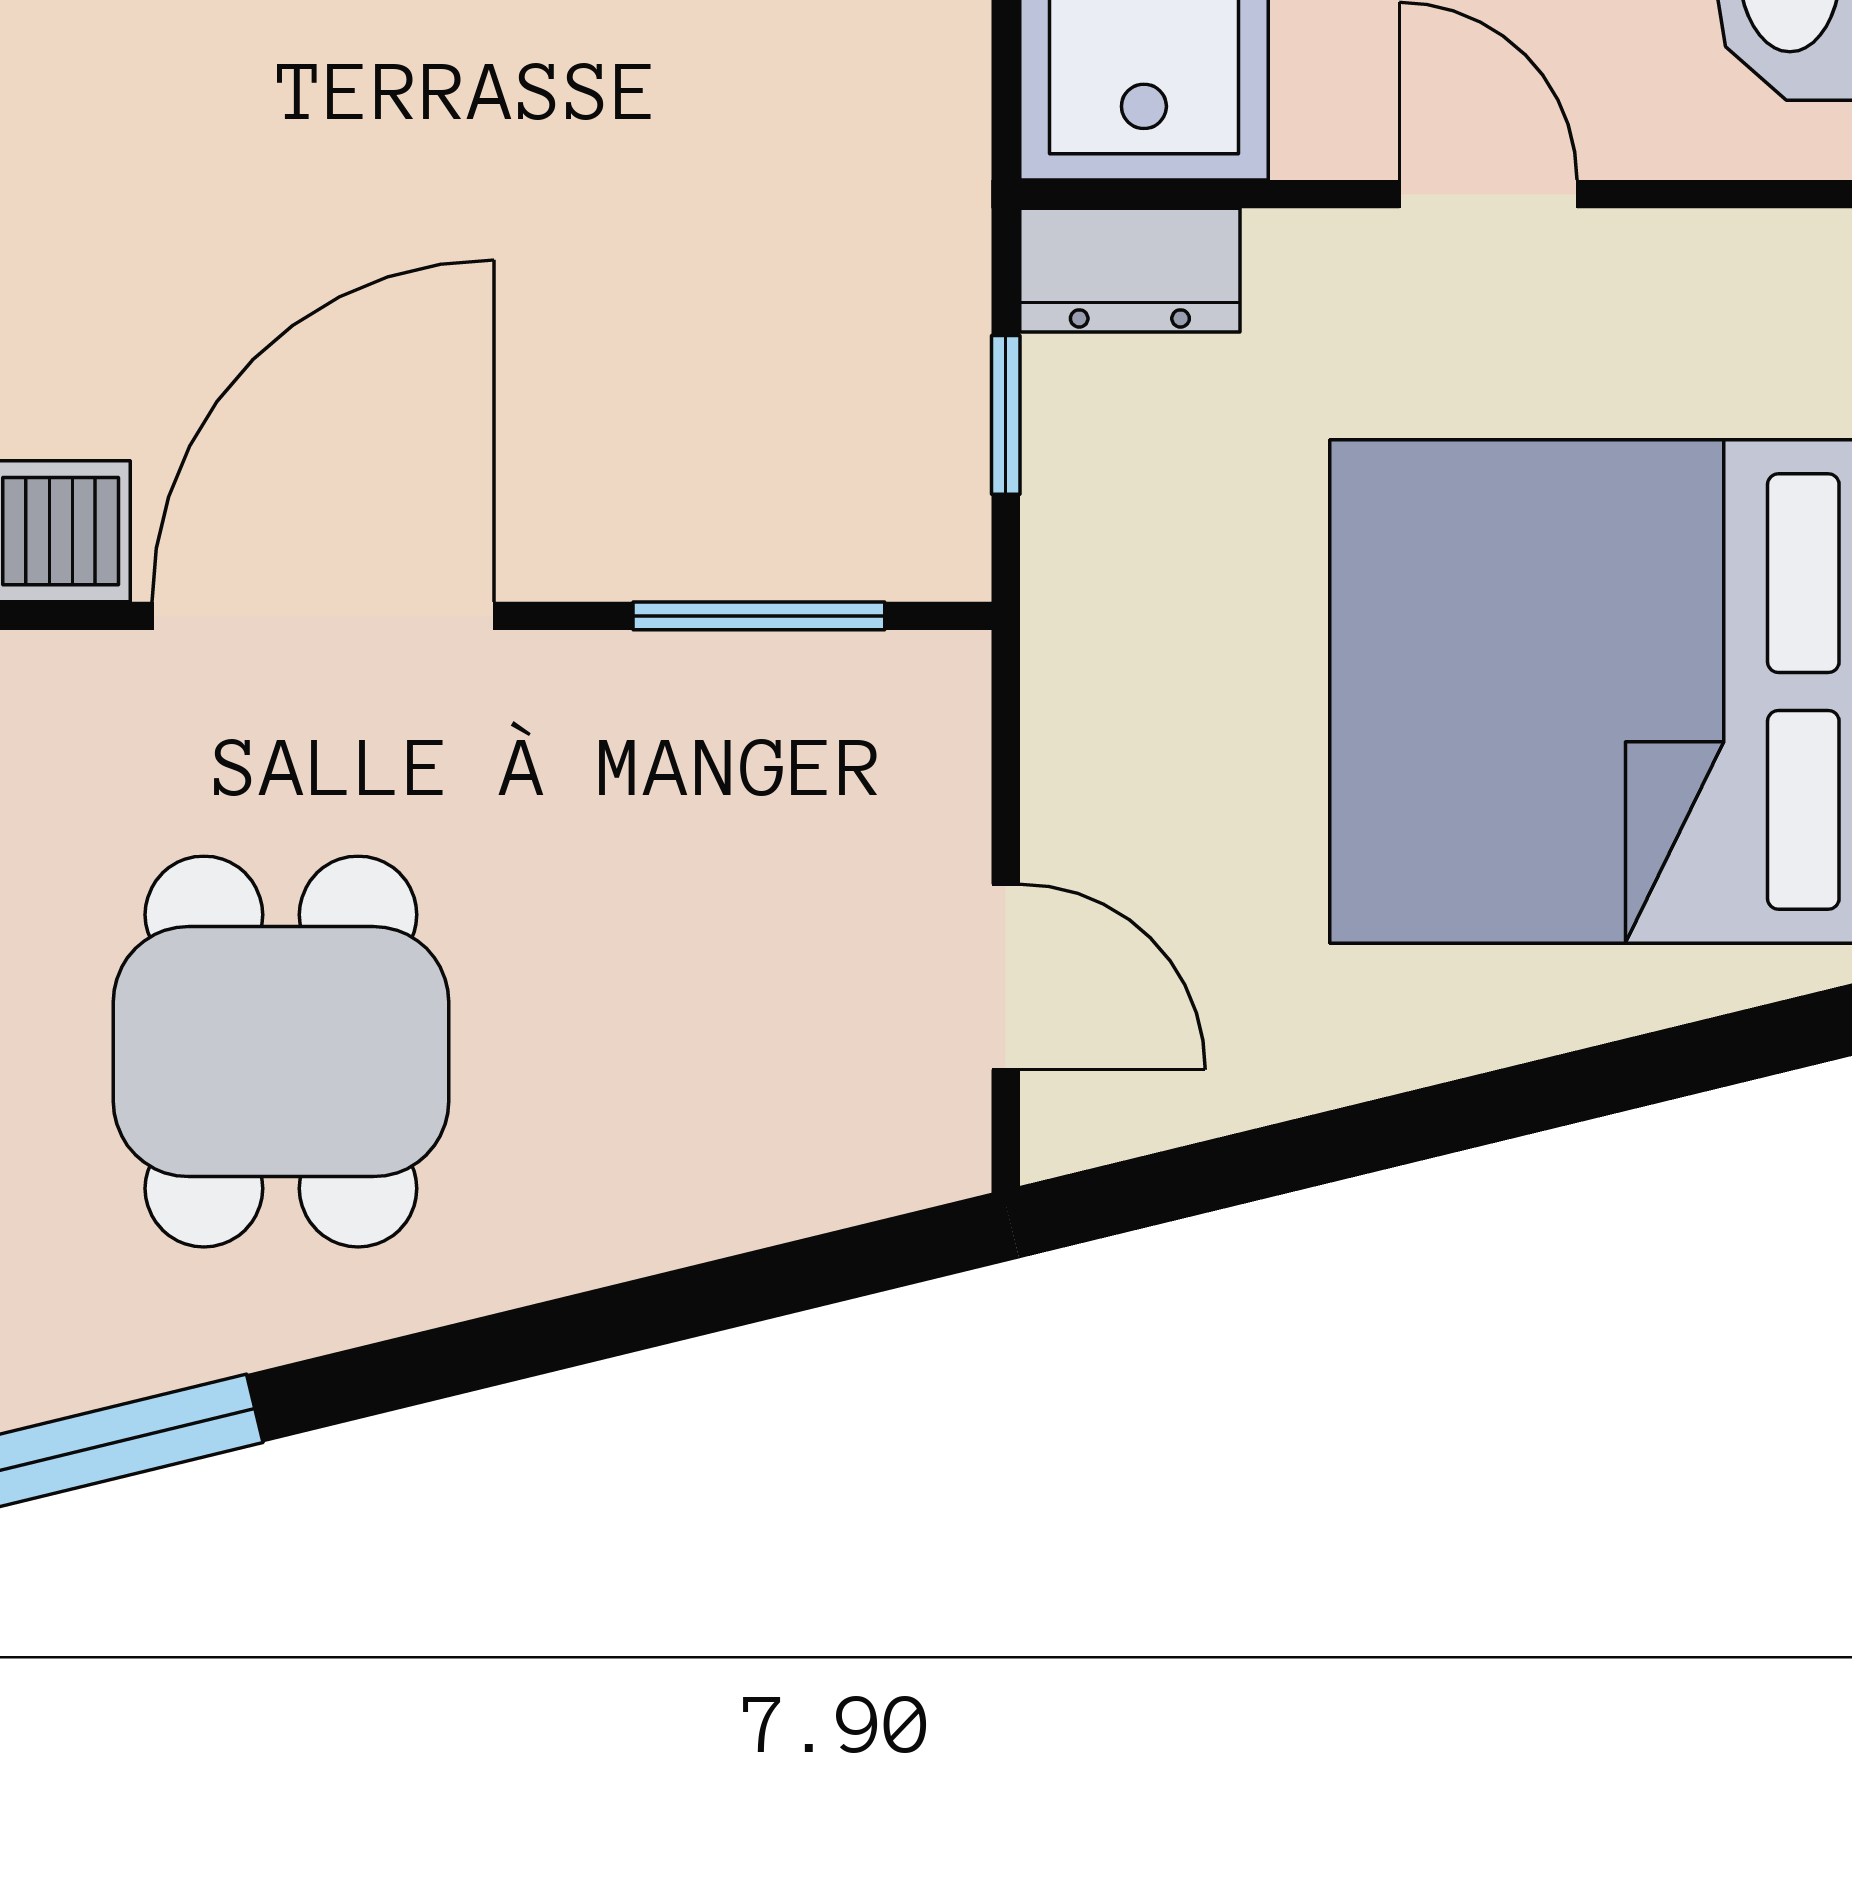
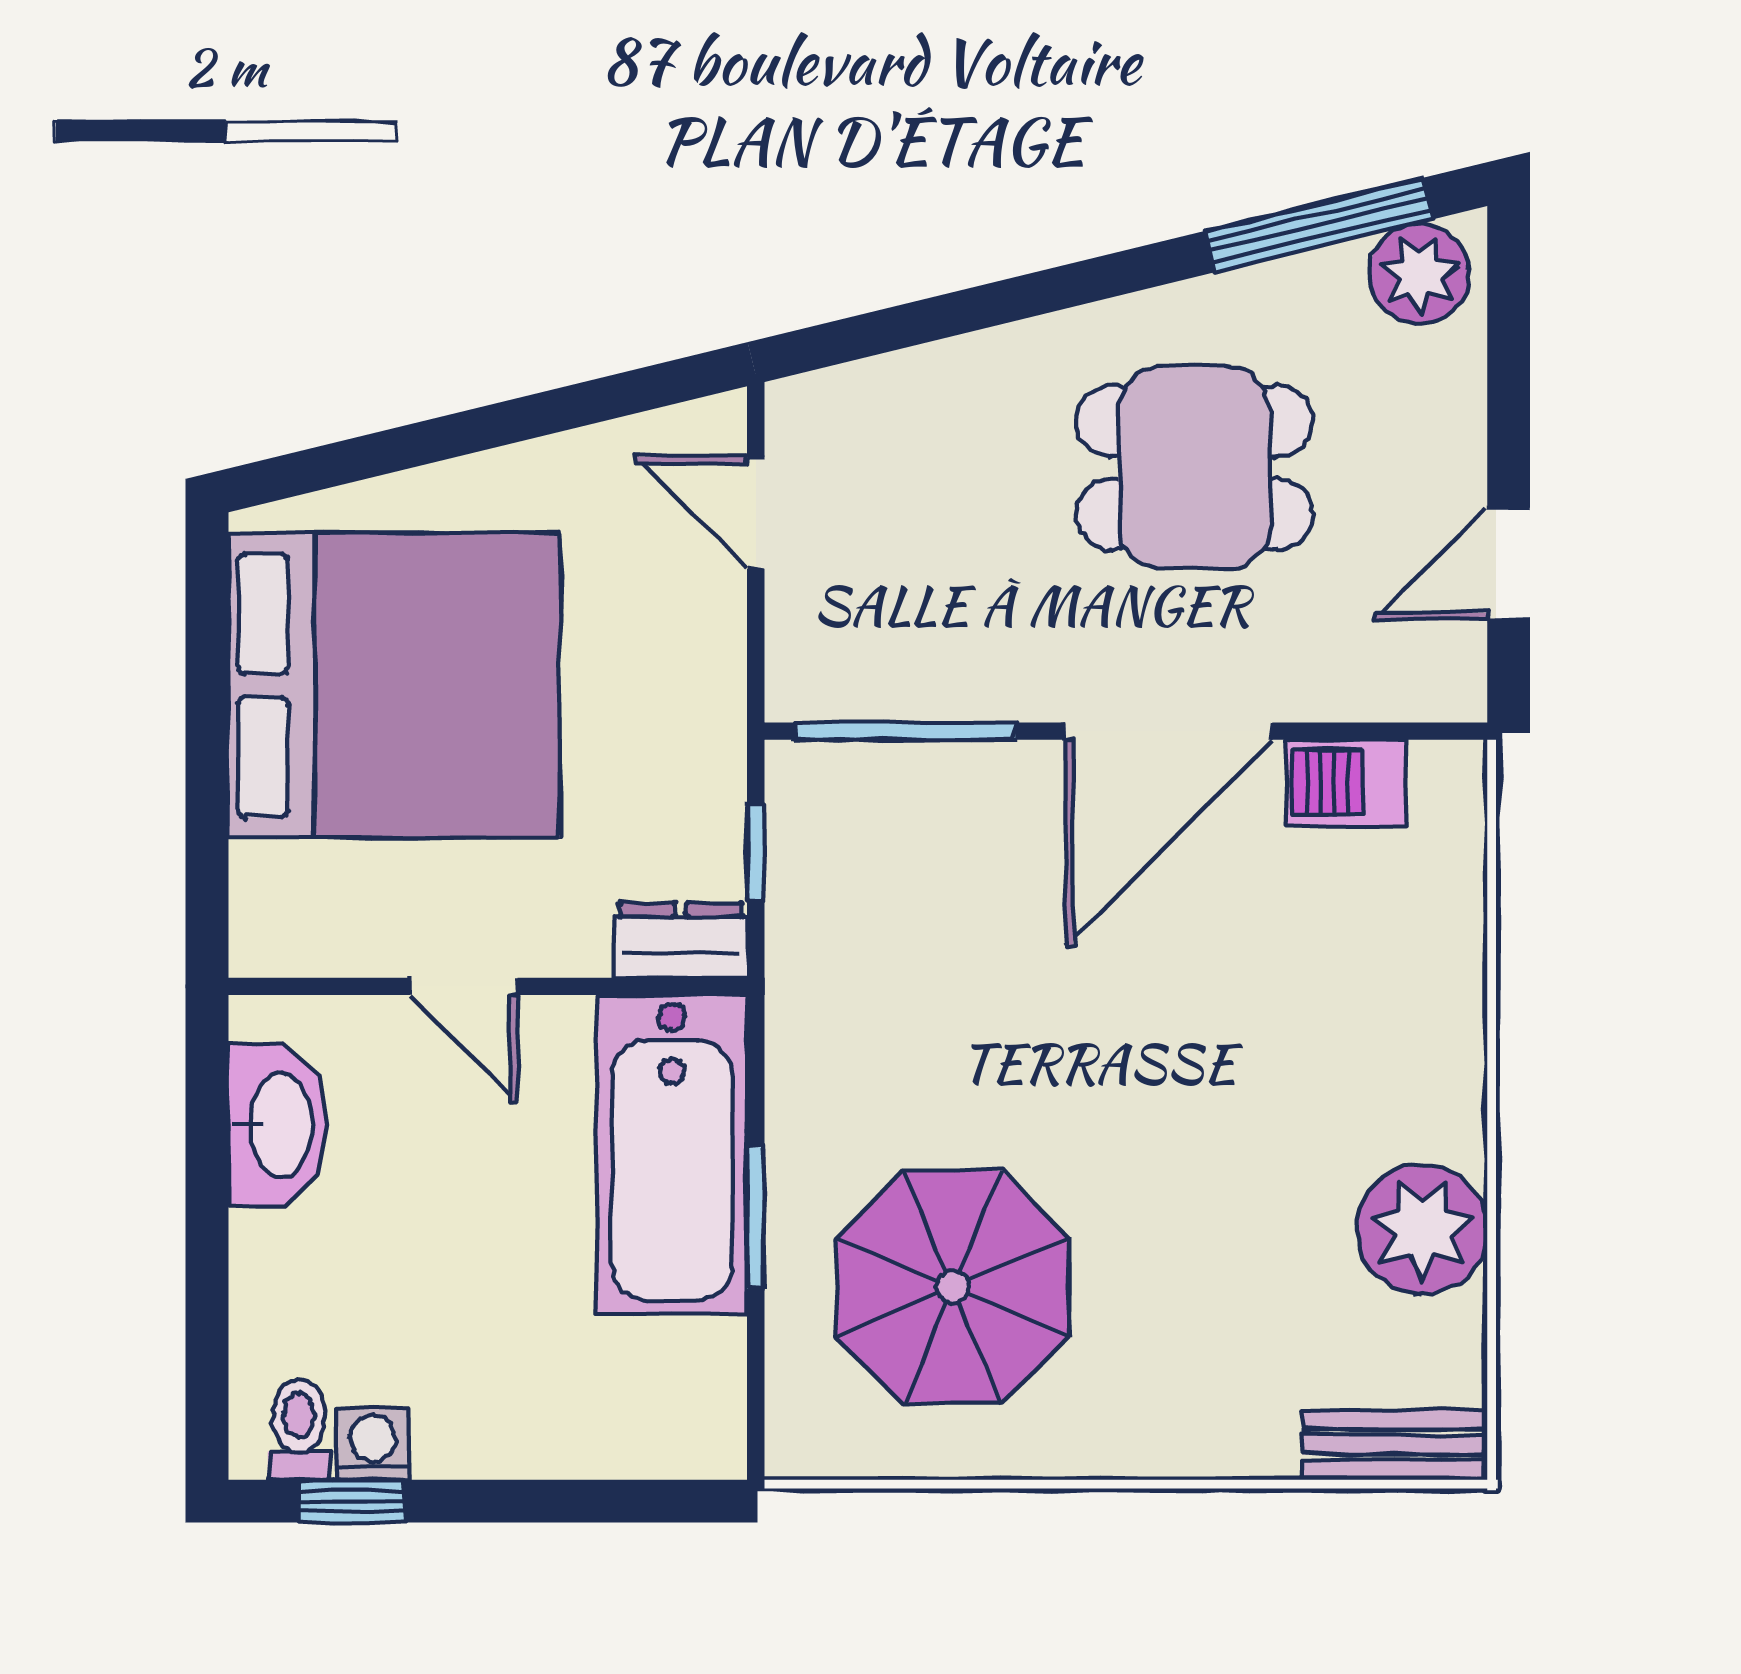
window: (759, 616) -> (905, 731), width x1.44
dining table: (281, 1052) -> (1194, 467), turned 90

